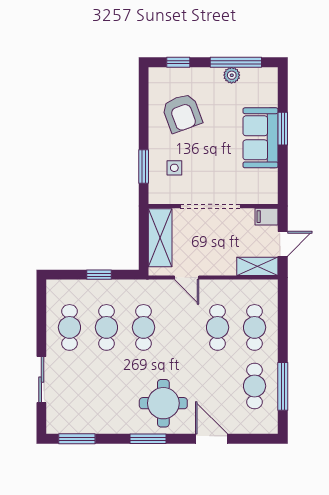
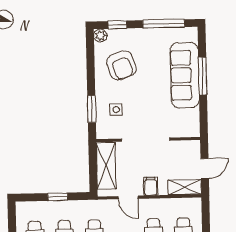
plant: (232, 75) -> (100, 36), moved
window: (283, 129) -> (203, 76), width x1.44
sofa: (260, 138) -> (185, 75), width x1.36
filing cabinet: (267, 217) -> (151, 186), moved, turned 90

